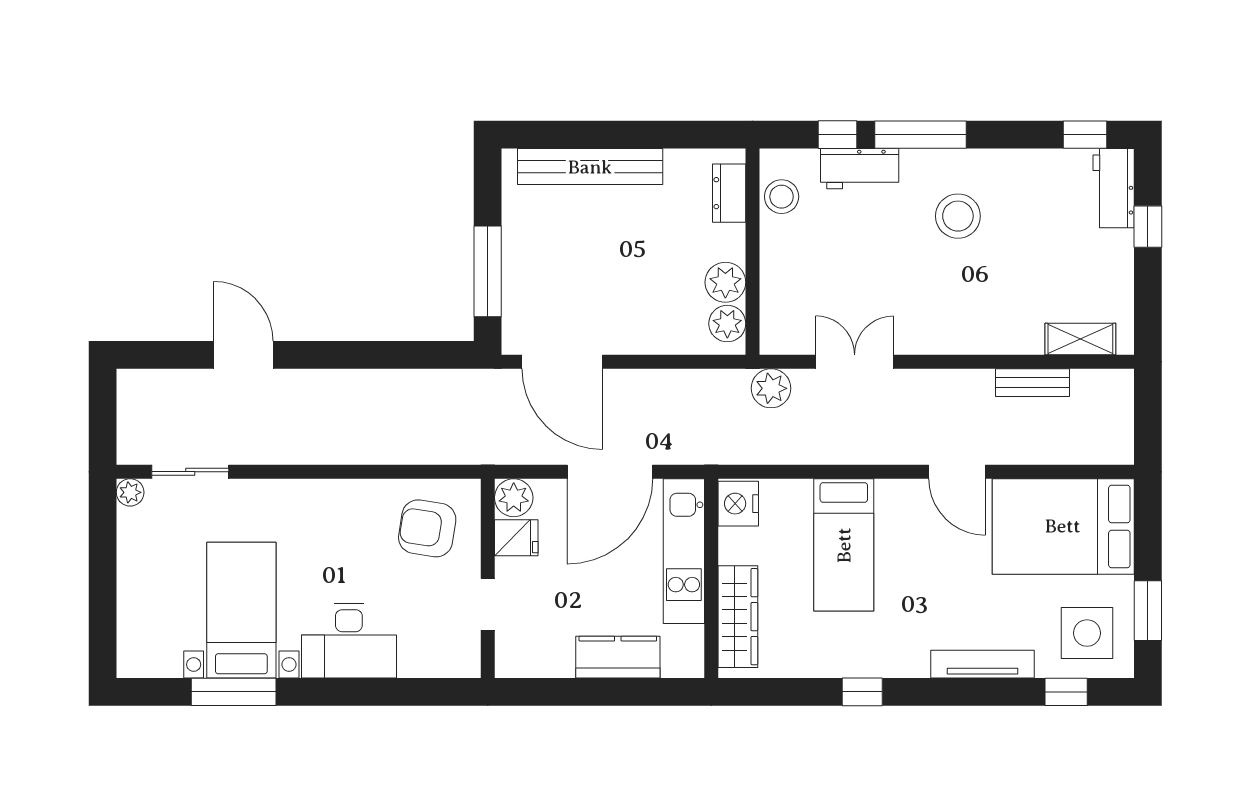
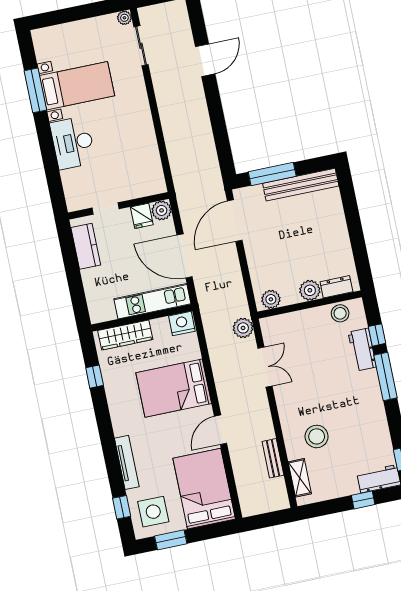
bench: (590, 167) -> (301, 185), moved, turned 90
stool: (958, 216) -> (317, 436), moved
plant: (725, 282) -> (310, 290), moved
armchair: (427, 528) -> (137, 170), removed
bed: (844, 545) -> (174, 388), width x1.50
kitchen counter: (618, 657) -> (86, 246), moved
window: (862, 692) -> (95, 377), moved

